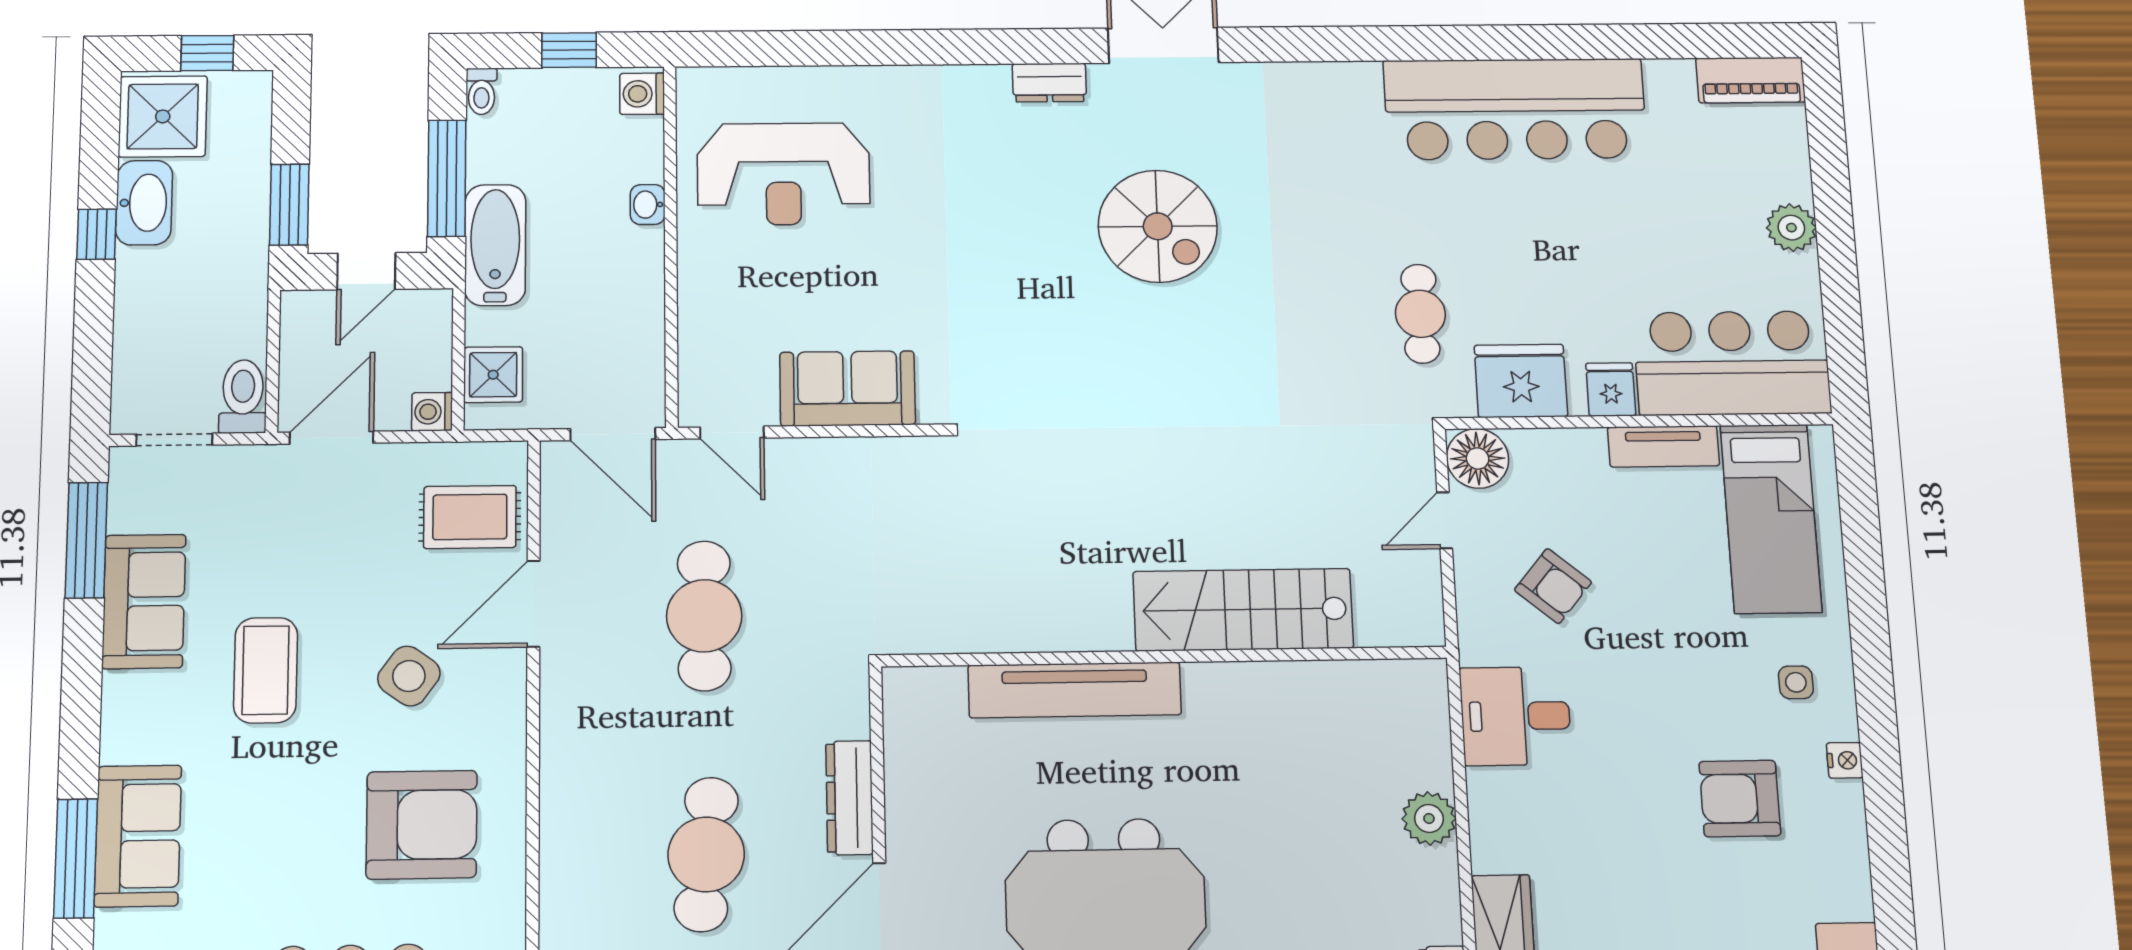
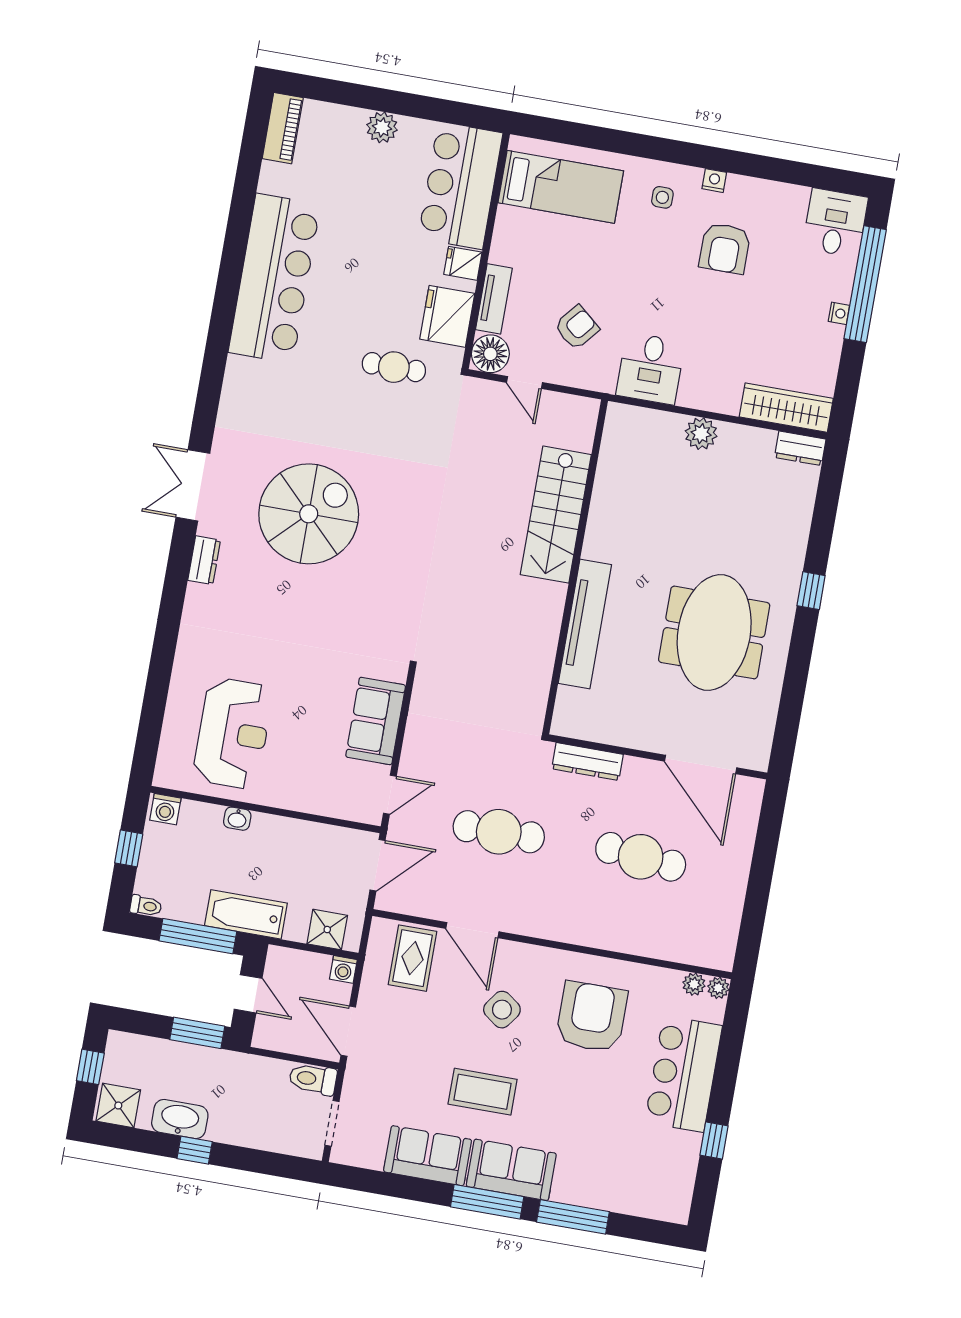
shower: (163, 116) -> (118, 1105), width x0.73, depth x0.73
spiral stairs: (1158, 226) -> (309, 514), width x1.37, depth x1.37
tv unit: (1663, 446) -> (494, 299), moved
window: (86, 540) -> (487, 1202), moved
dresser: (849, 798) -> (587, 762), moved
sofa: (138, 836) -> (511, 1170), moved

